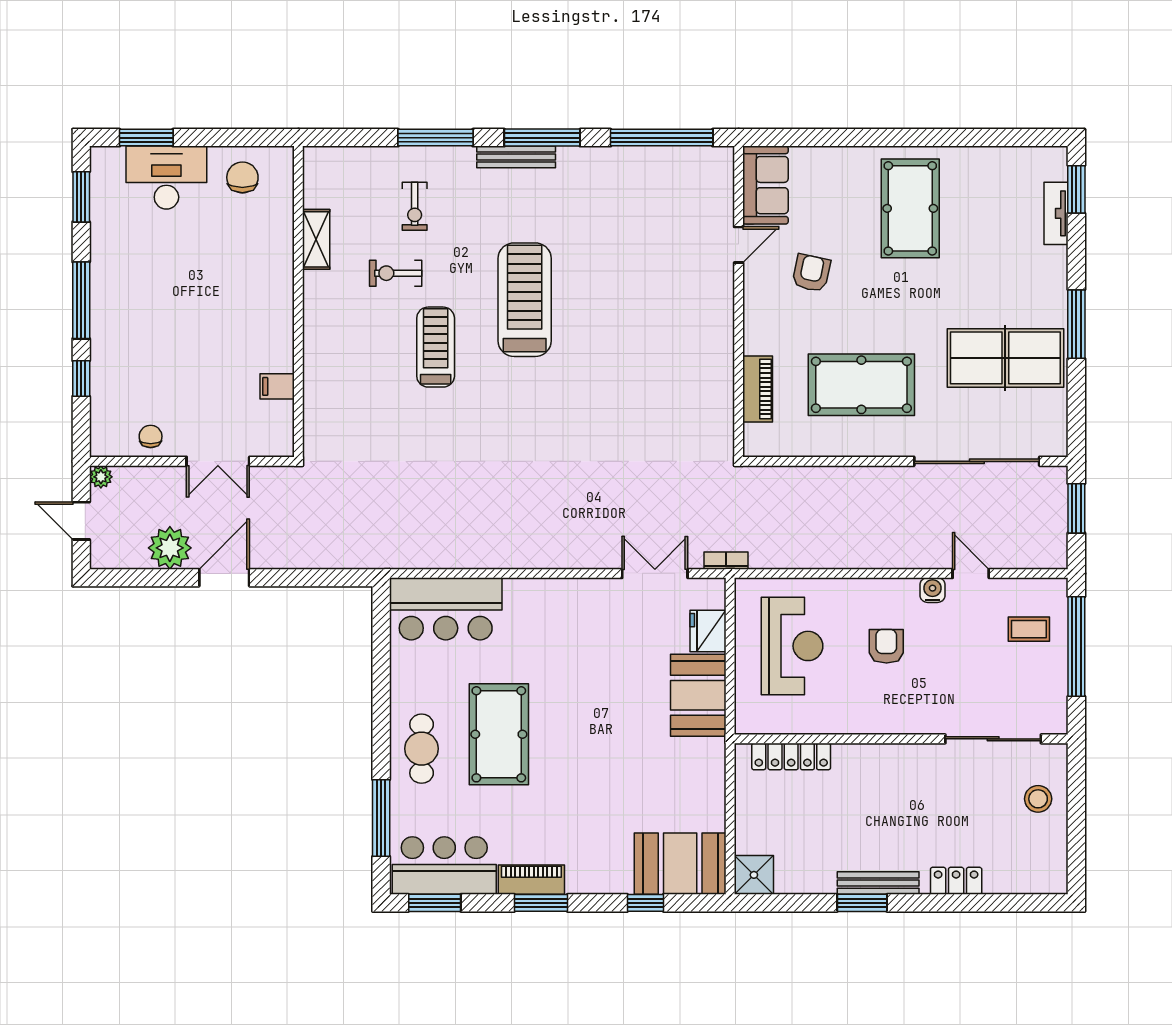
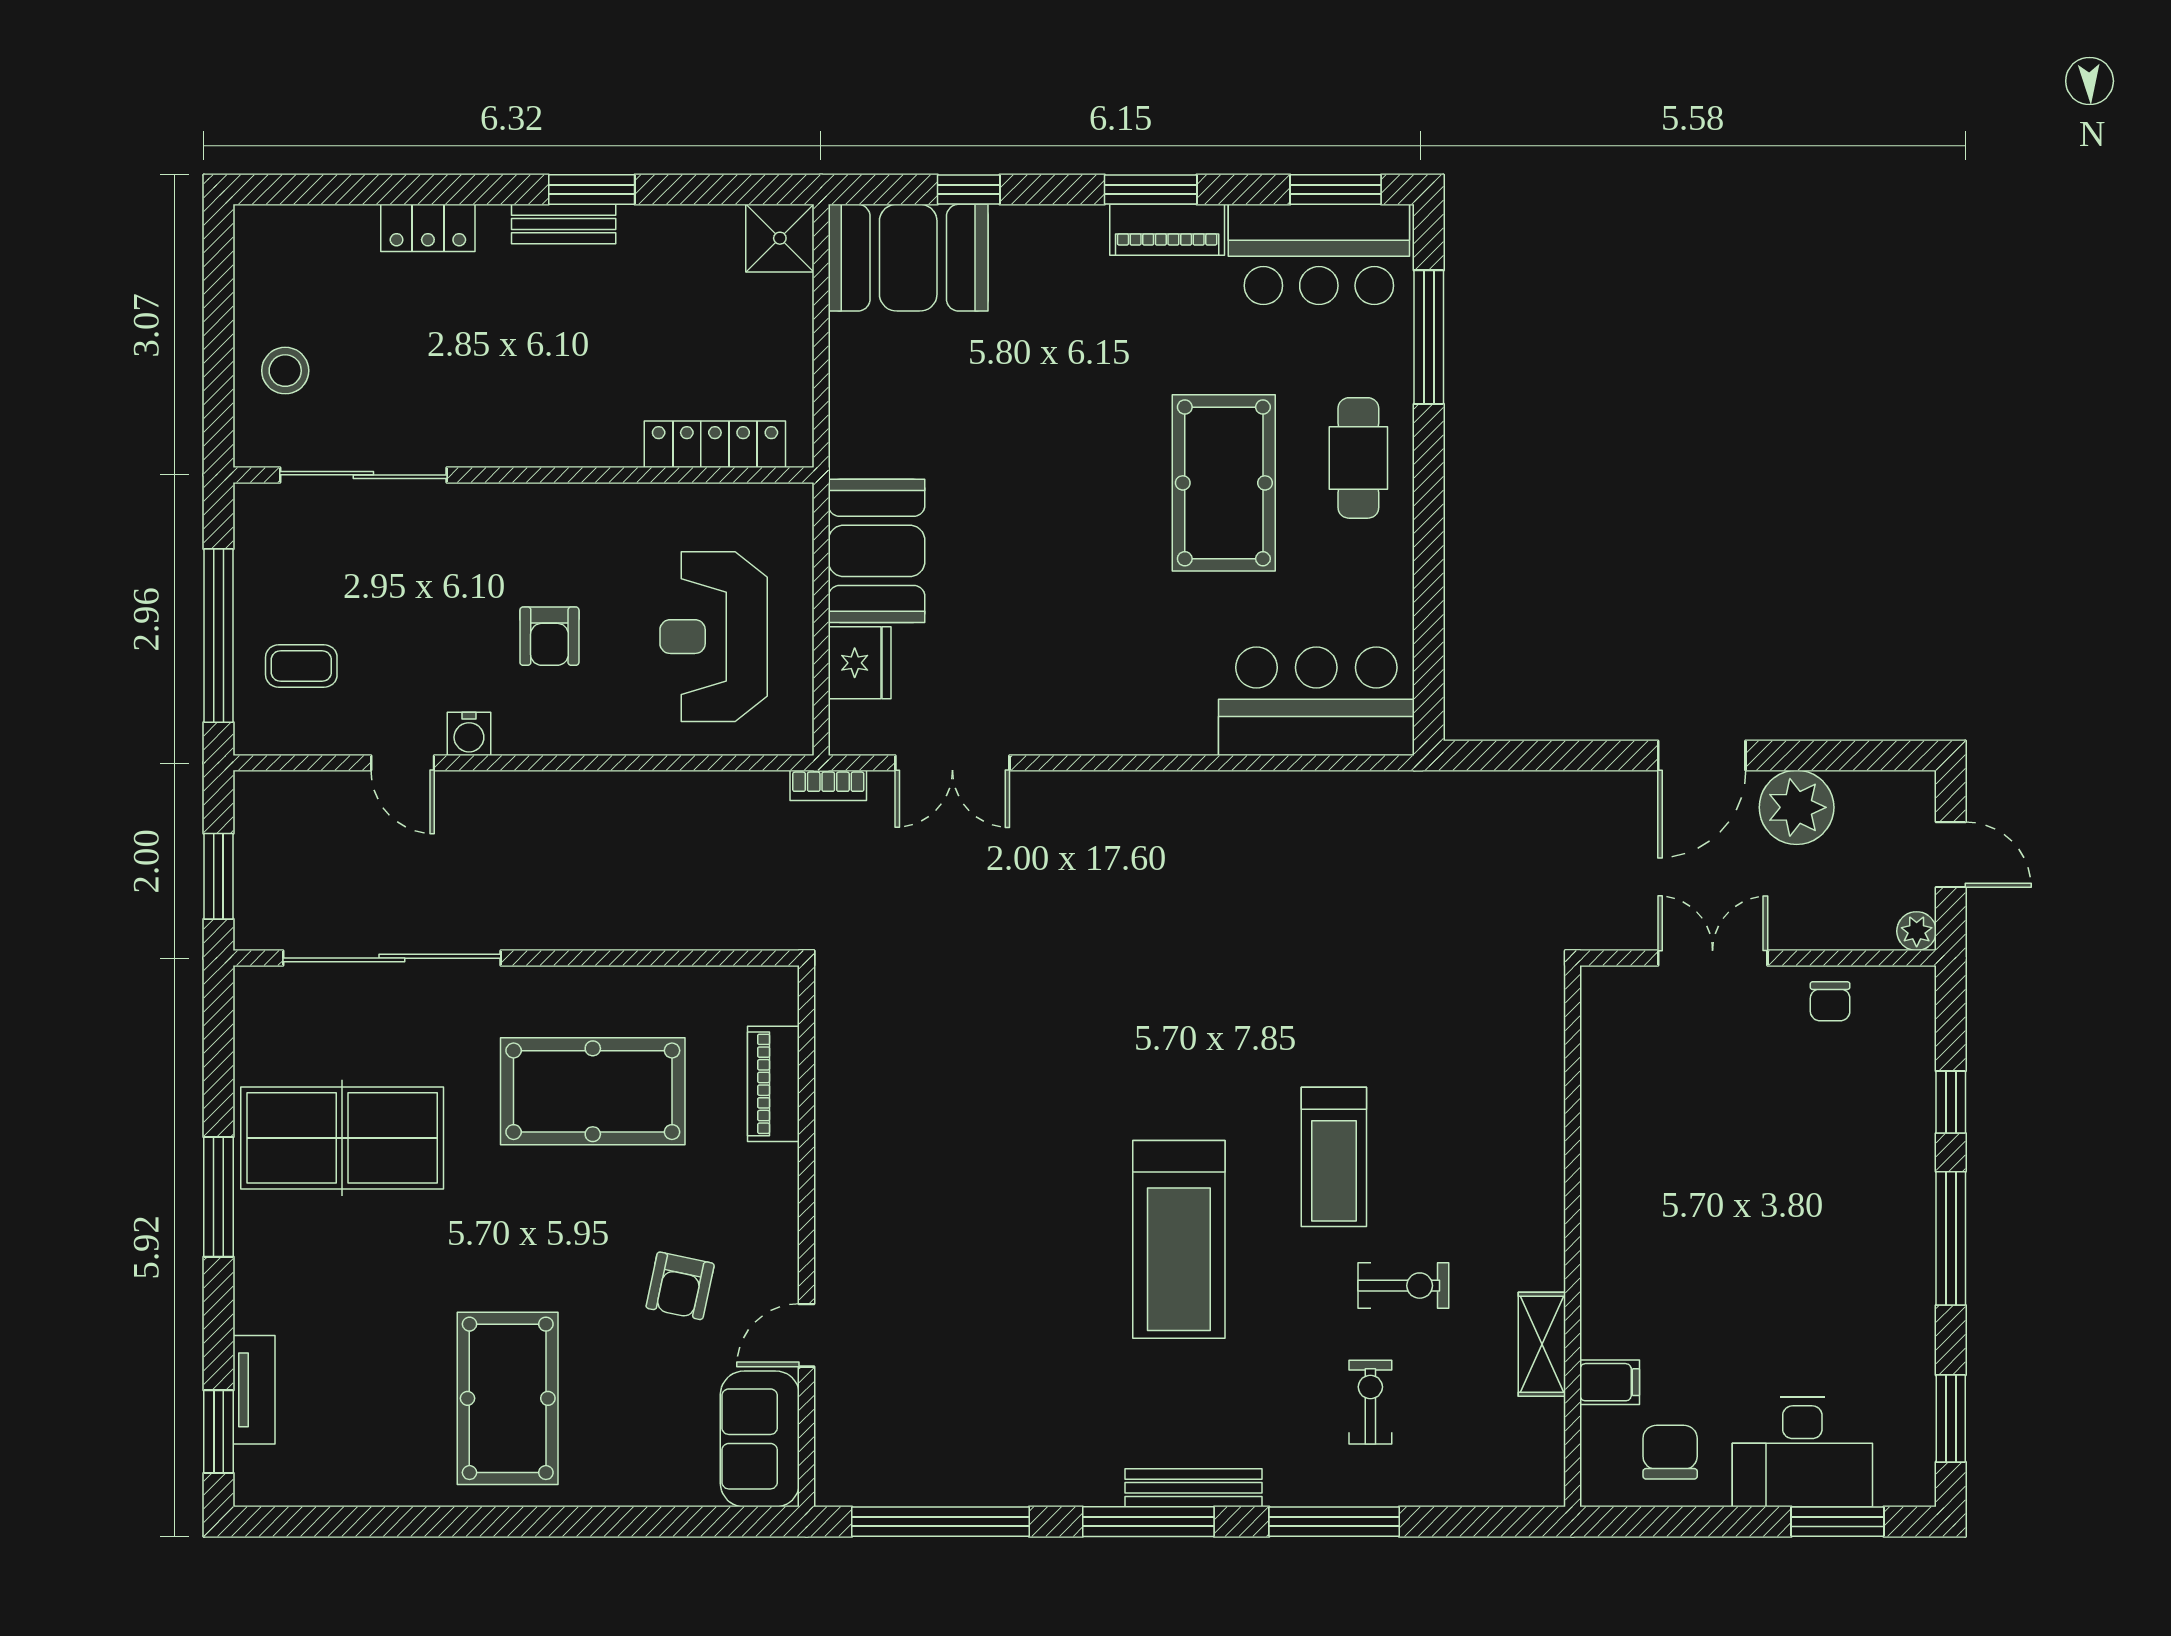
chair: (242, 177) -> (1670, 1452), turned 180
filing cabinet: (277, 386) -> (1610, 1382), moved
bench: (878, 883) -> (564, 224), width x0.73

